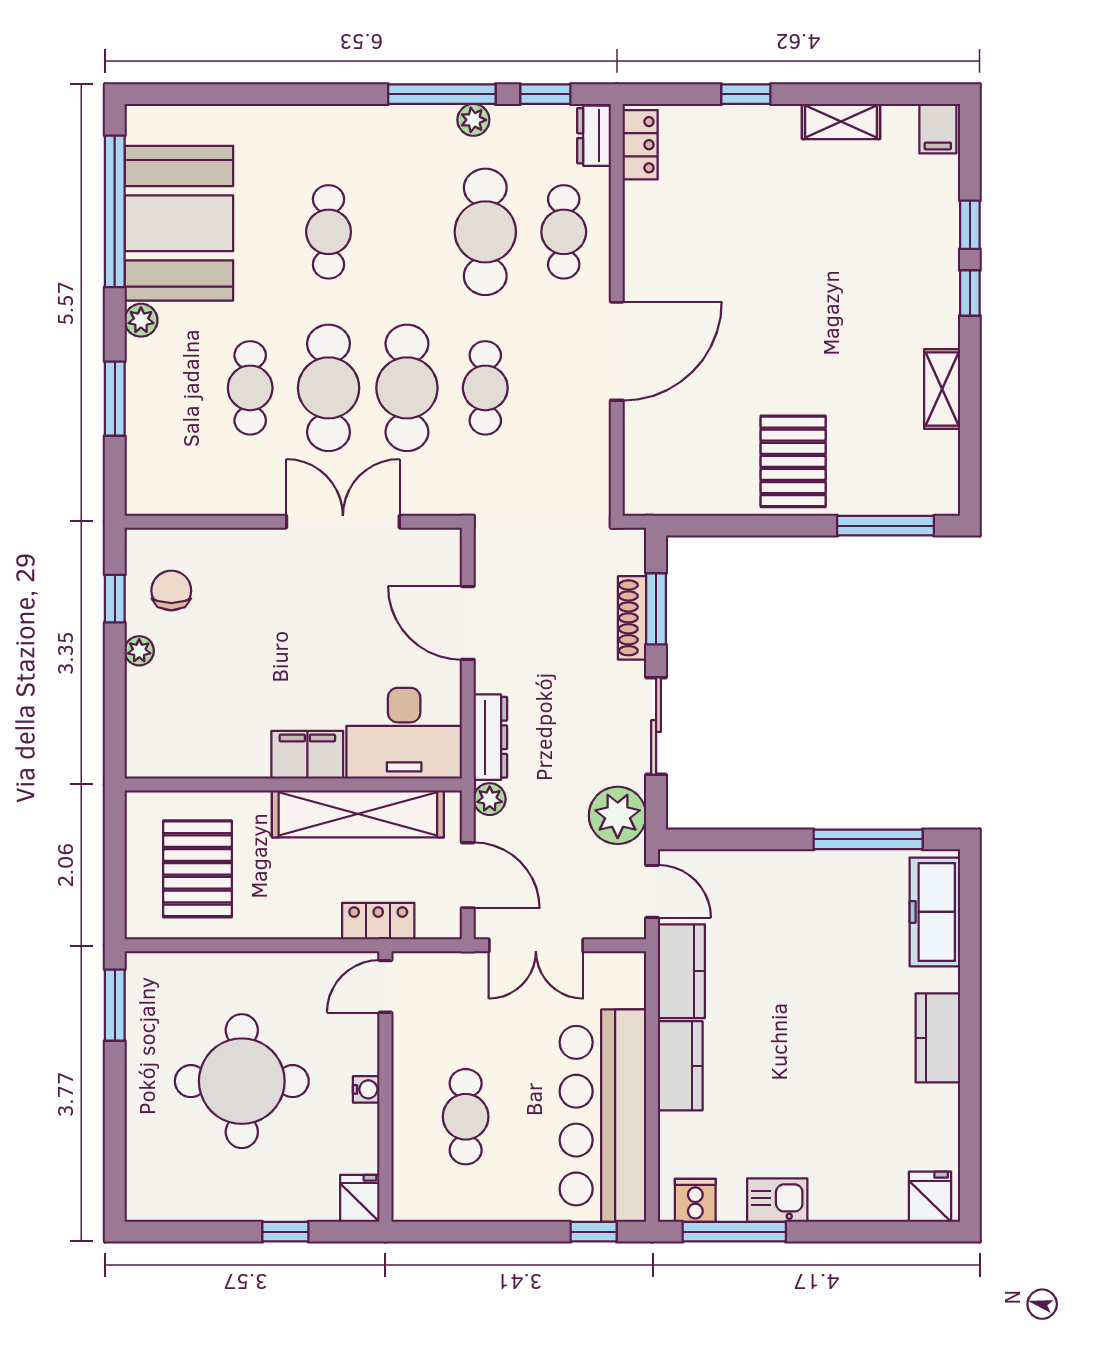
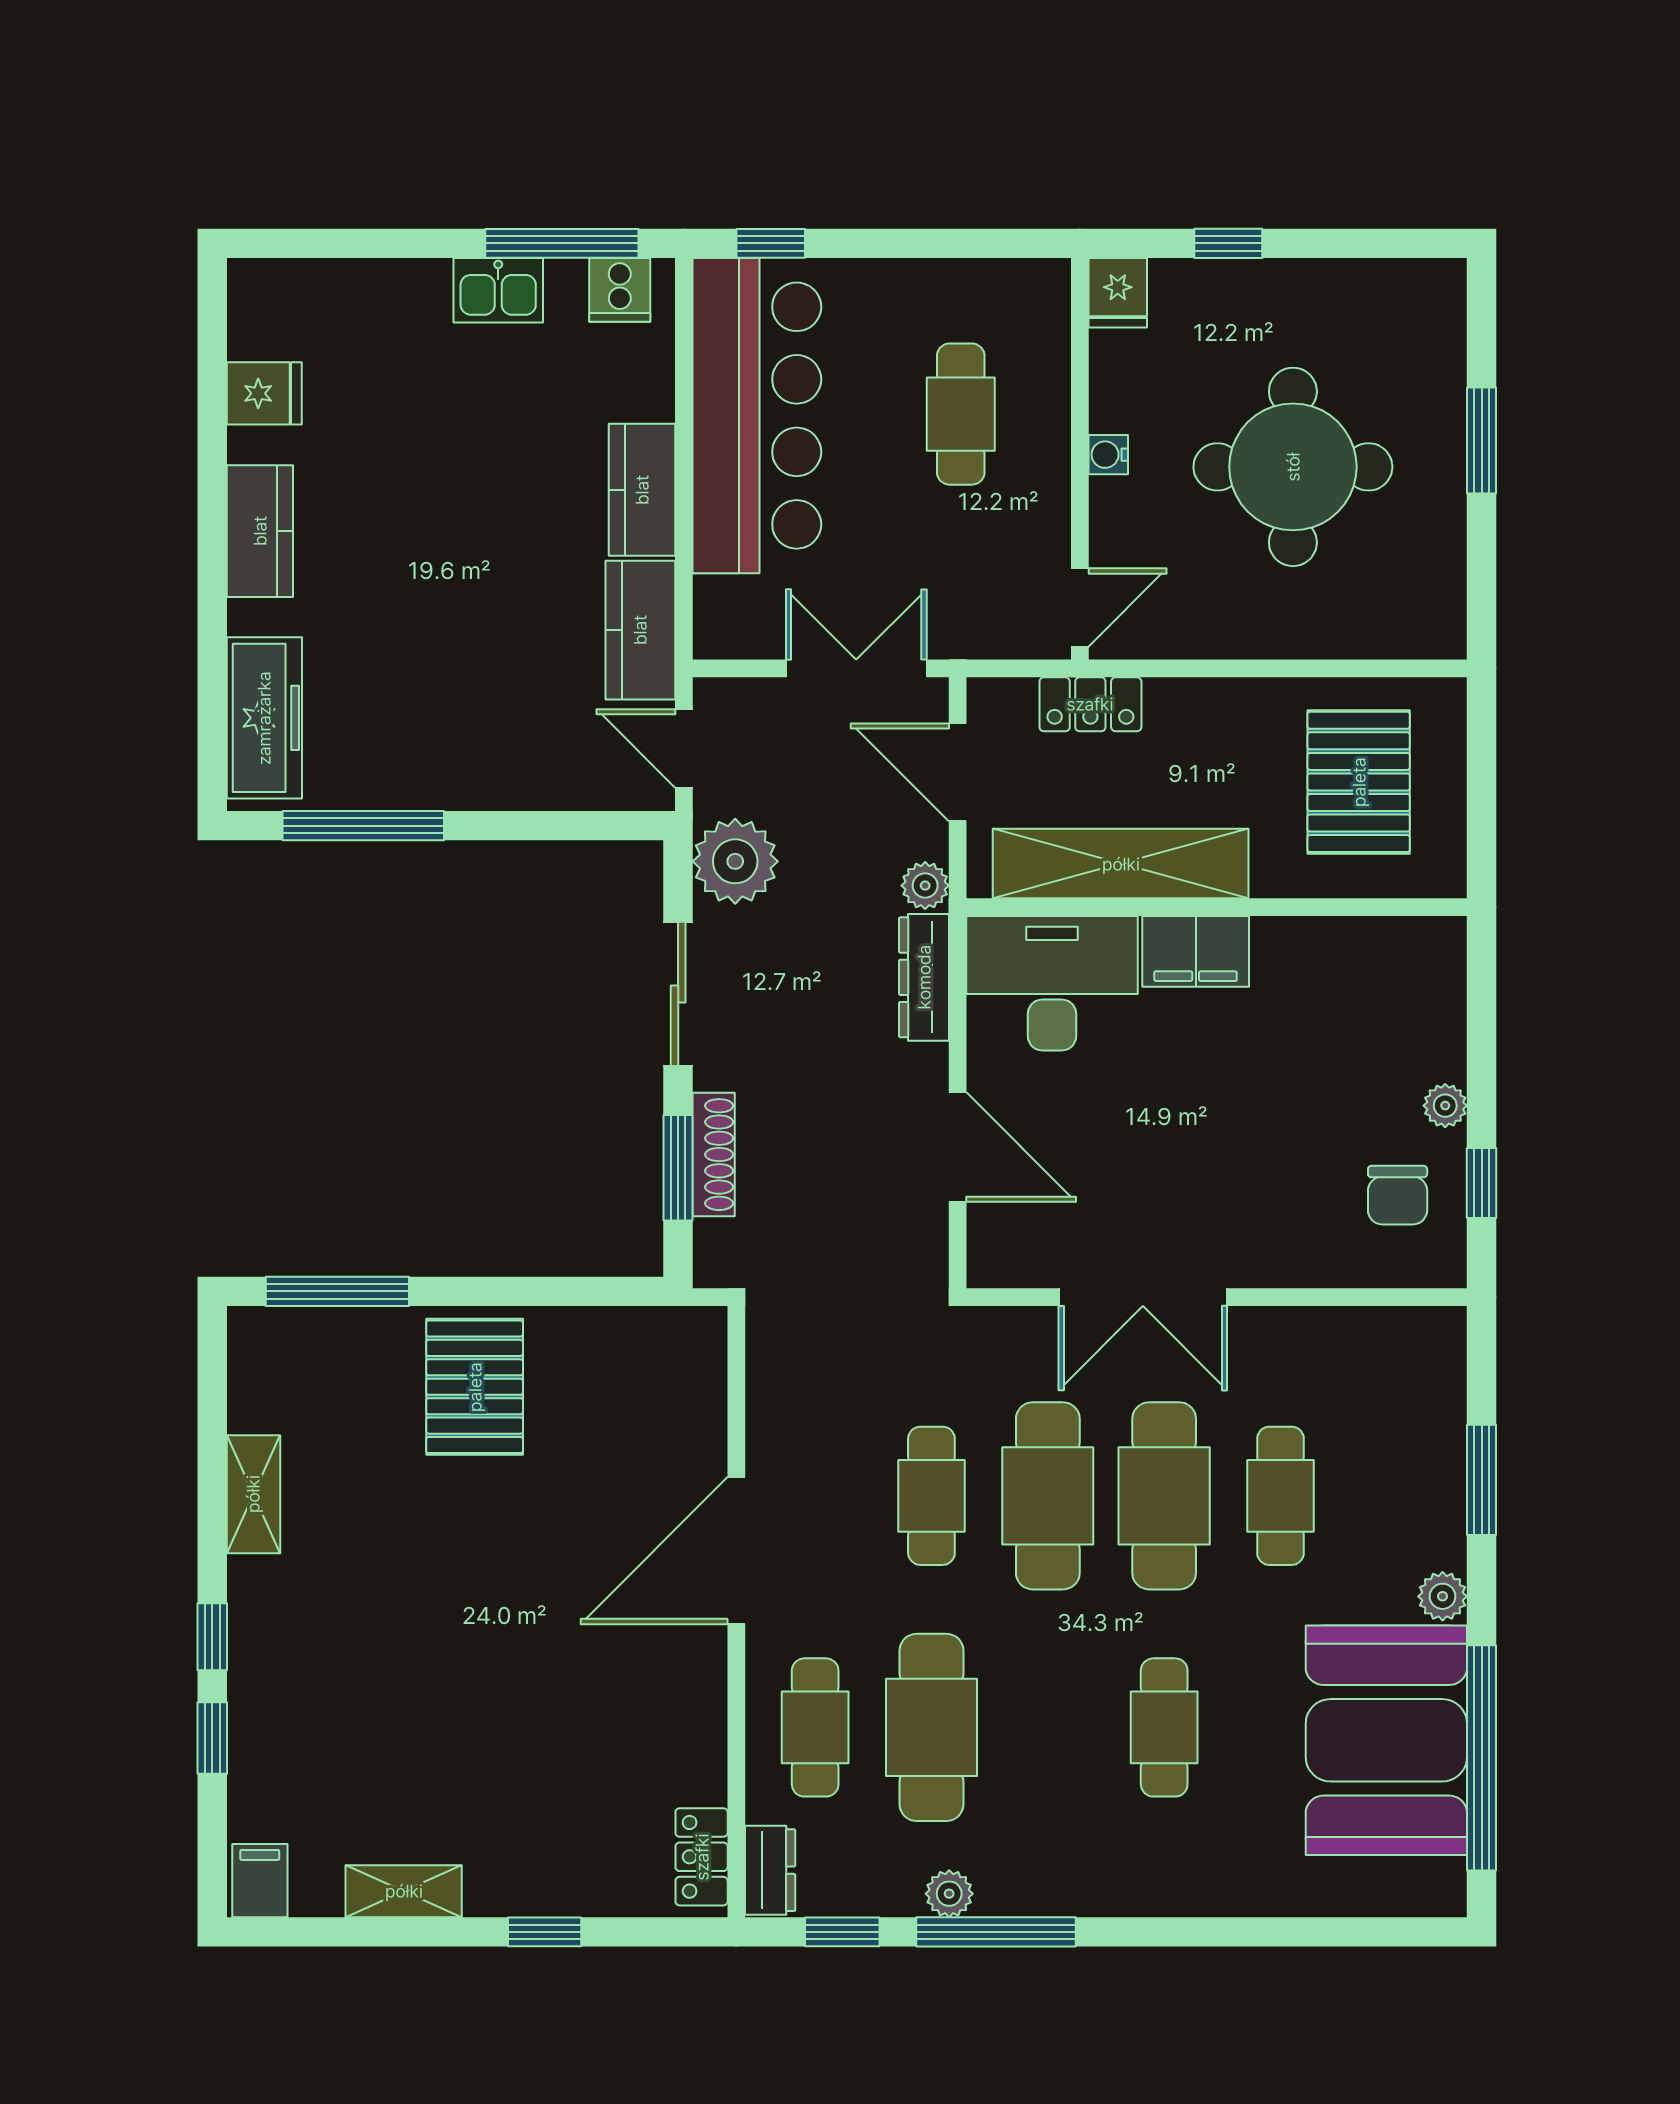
window: (115, 1005) -> (1482, 441), moved
fridge: (930, 1197) -> (264, 393), moved, turned -90

